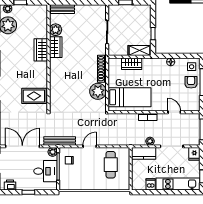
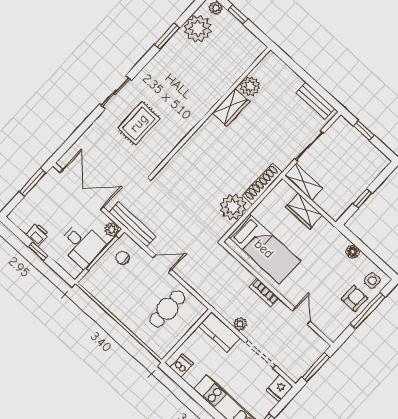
bench: (62, 9) -> (315, 101), moved
wardrobe: (41, 50) -> (210, 94), removed
shelving: (139, 51) -> (304, 182), moved
rug: (34, 96) -> (139, 123), moved, turned 90
dishwasher: (151, 184) -> (182, 365), moved
printer: (10, 185) -> (37, 234), moved

